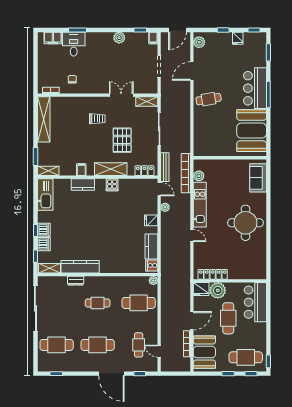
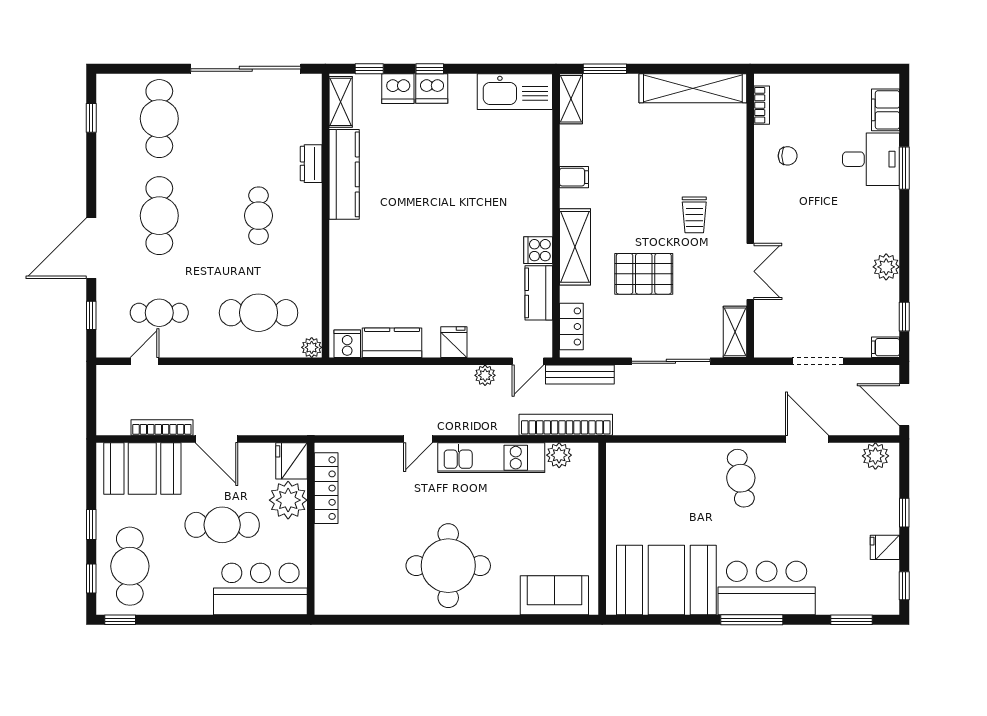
kitchen counter: (83, 185) -> (539, 293), moved
cafe table: (139, 303) -> (259, 313), turned 90

